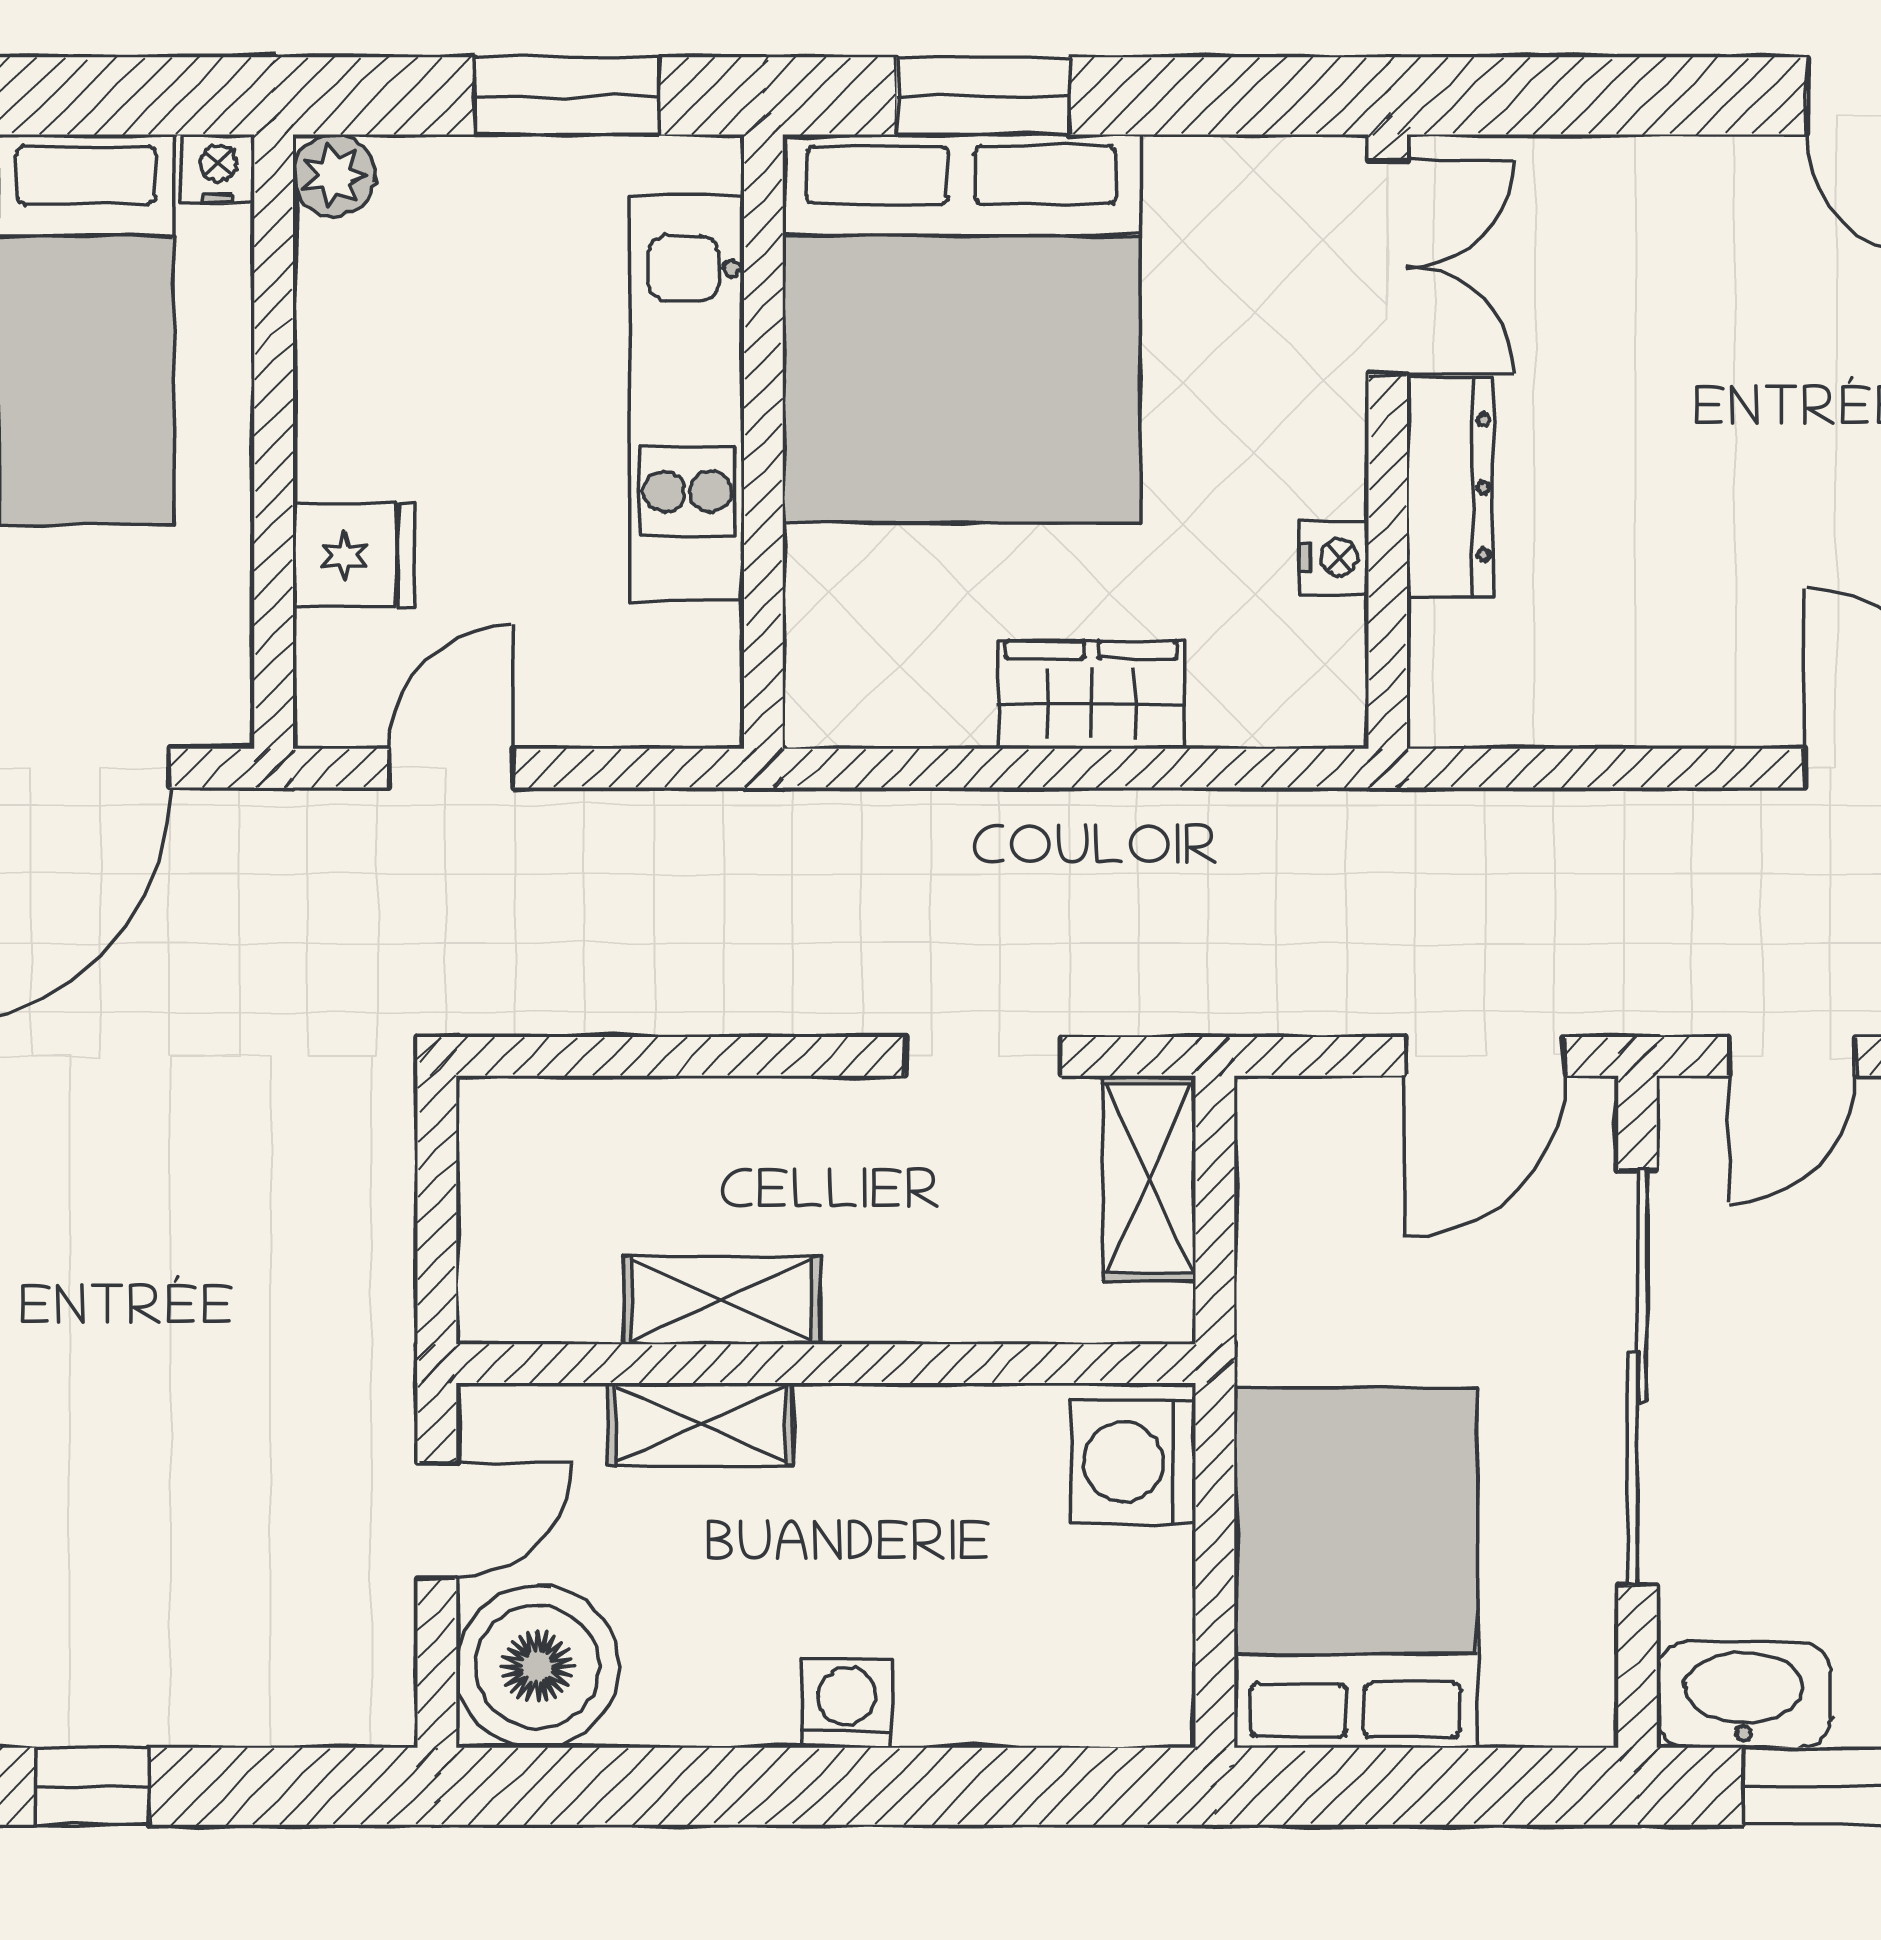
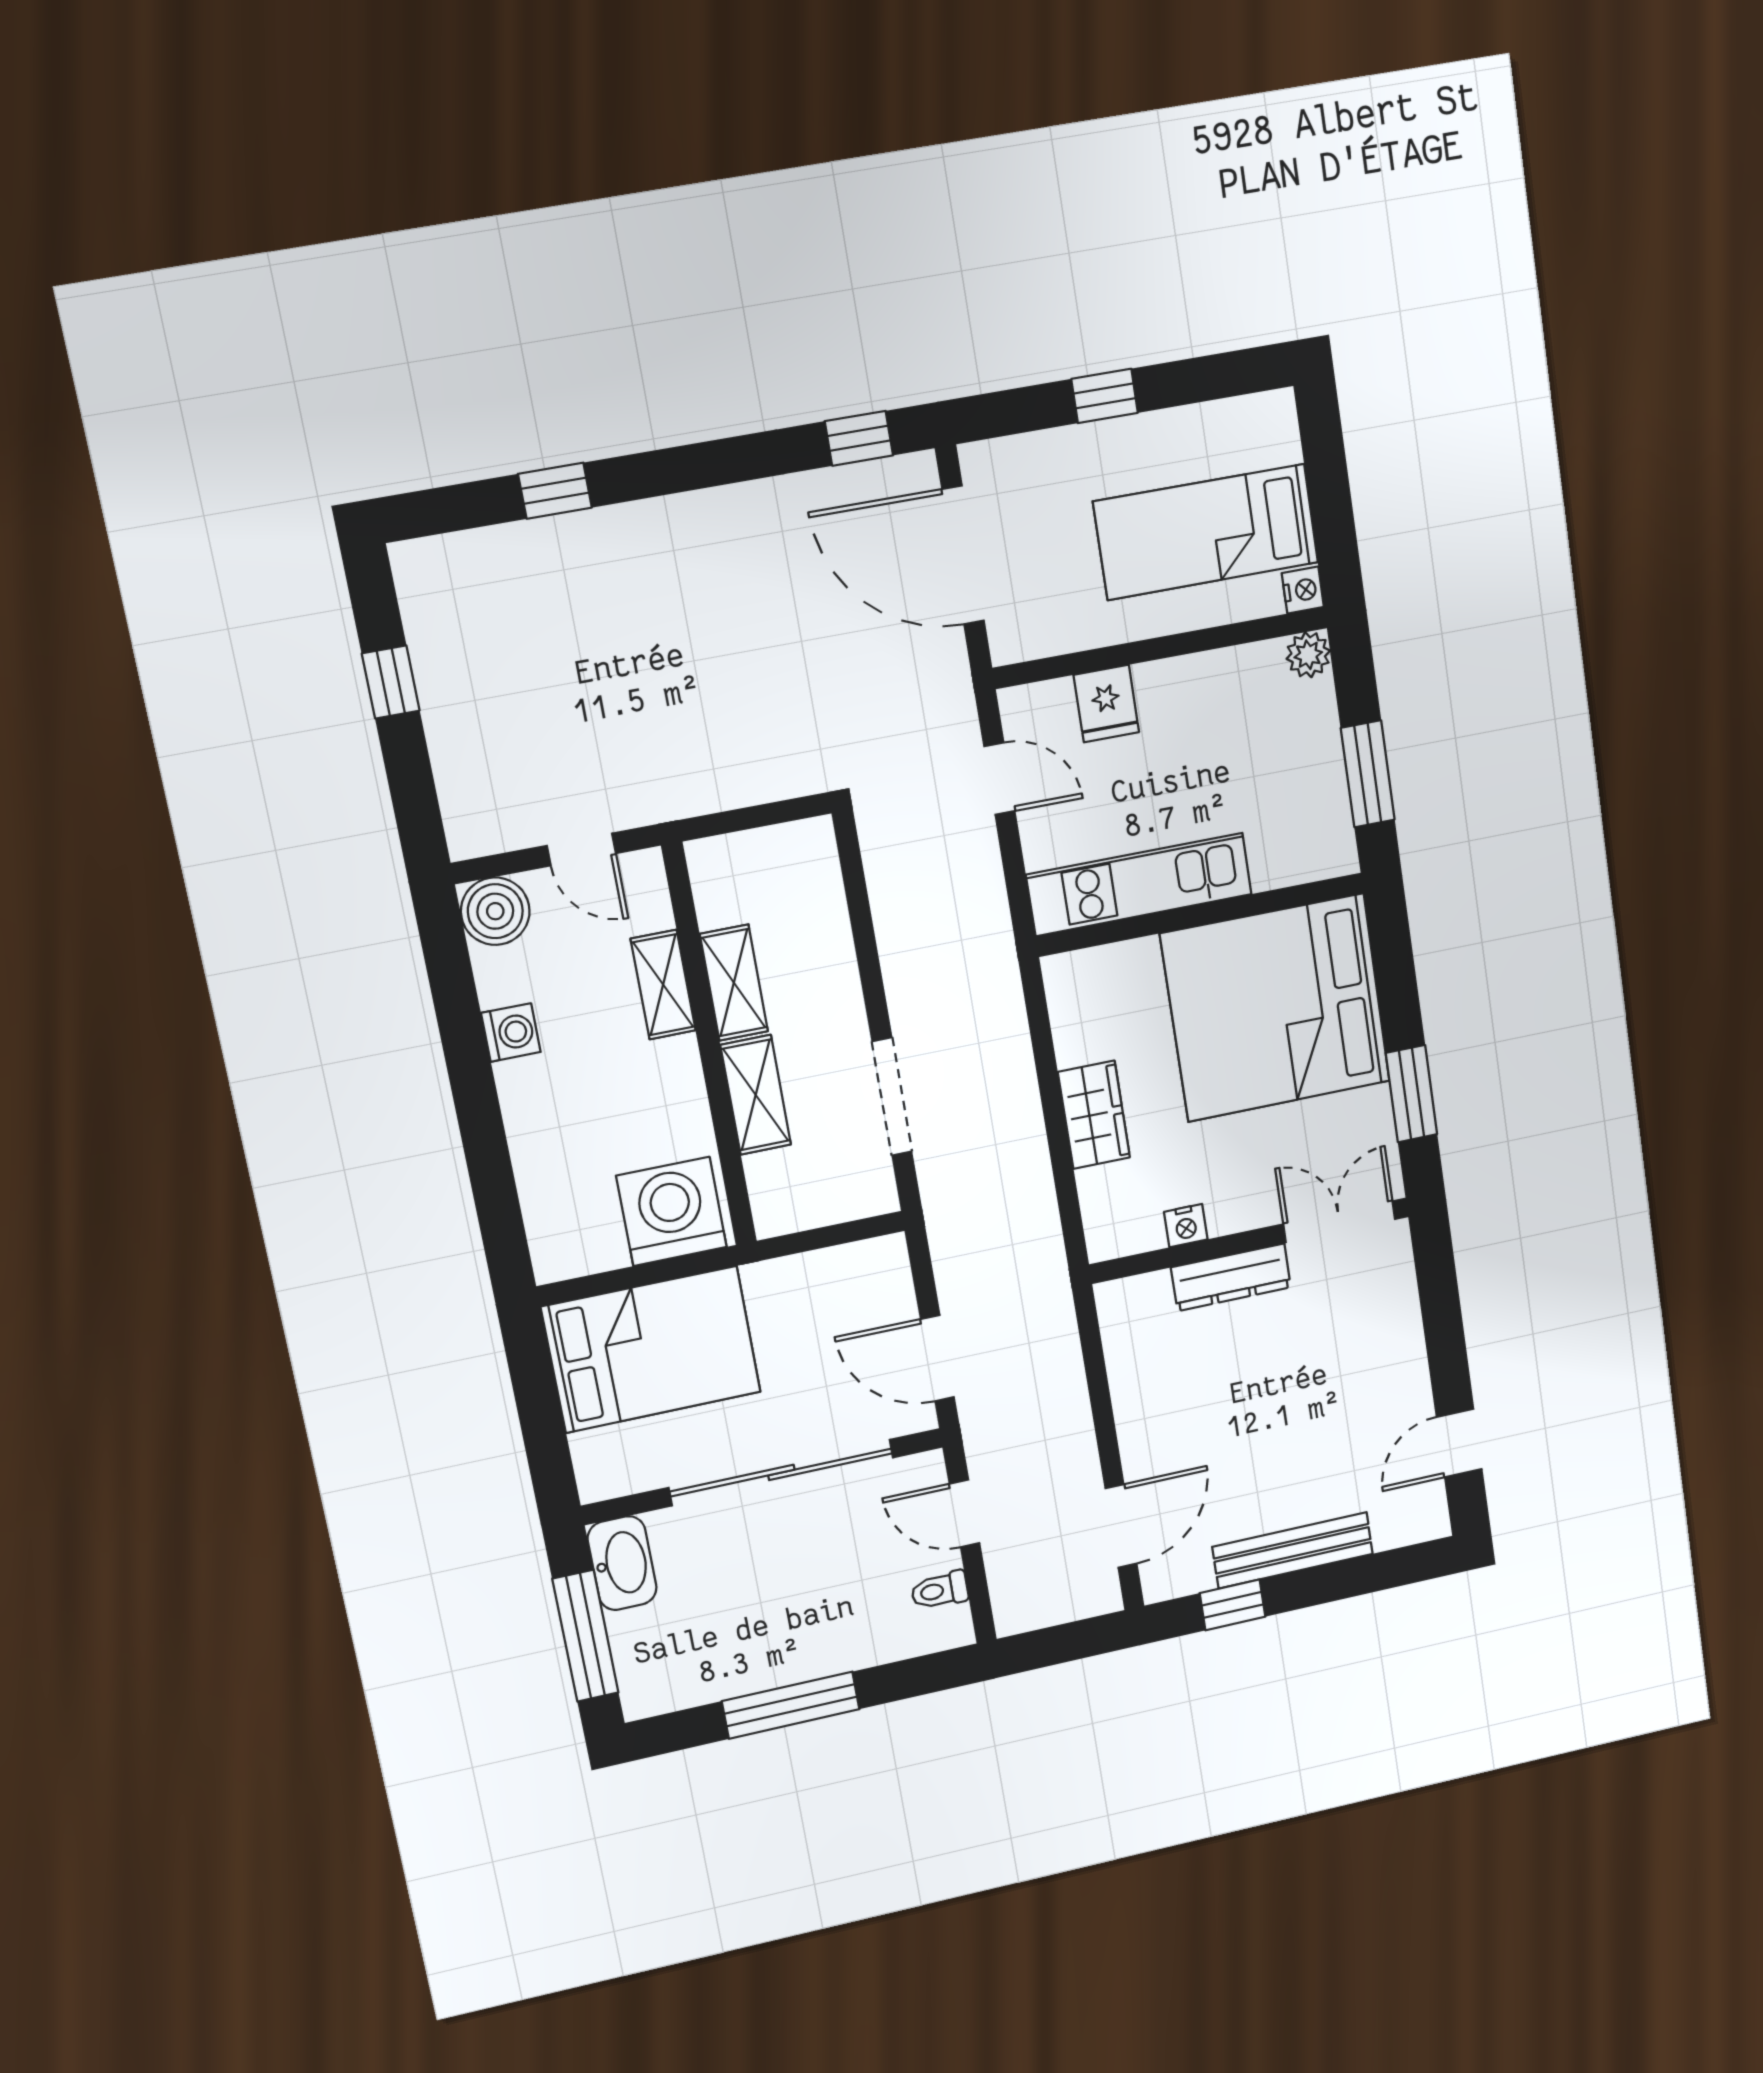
window: (983, 96) -> (1411, 1094), moved
double door: (1388, 267) -> (1339, 1222), swing flipped
kitchen unit: (687, 398) -> (1139, 884), moved
doorway: (983, 1056) -> (892, 1097), width x1.38
shelving: (1149, 1178) -> (756, 1095), moved, turned 90
washing machine: (1133, 1462) -> (671, 1211), width x1.37, depth x1.37
boiler: (537, 1667) -> (495, 911), width x0.73, depth x0.73
washing machine: (847, 1703) -> (511, 1033), moved

